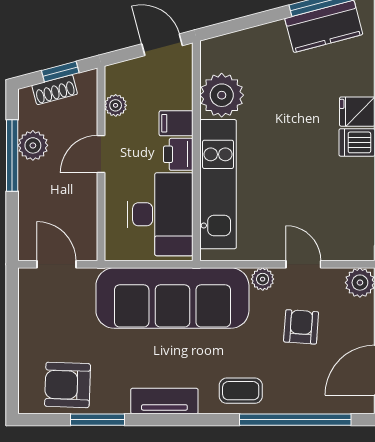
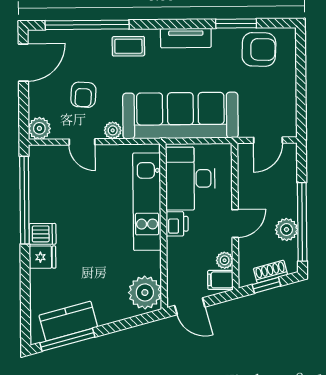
plant: (222, 95) -> (145, 292), moved
filing cabinet: (176, 123) -> (220, 280), moved, turned 180
window: (12, 156) -> (302, 222), width x1.46
door: (56, 264) -> (268, 140), hinge flipped

